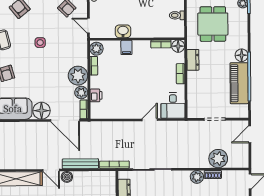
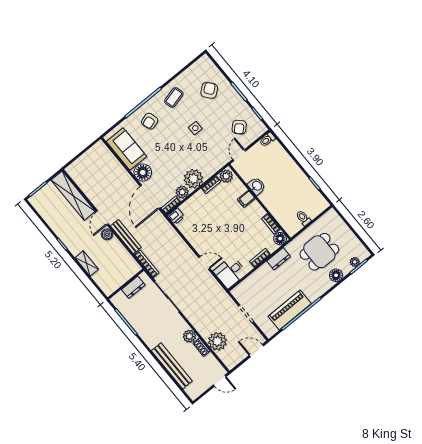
floor lamp: (242, 55) -> (336, 275), moved
printer: (96, 95) -> (176, 216), moved

